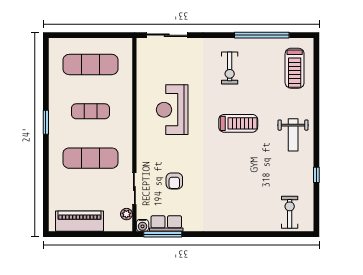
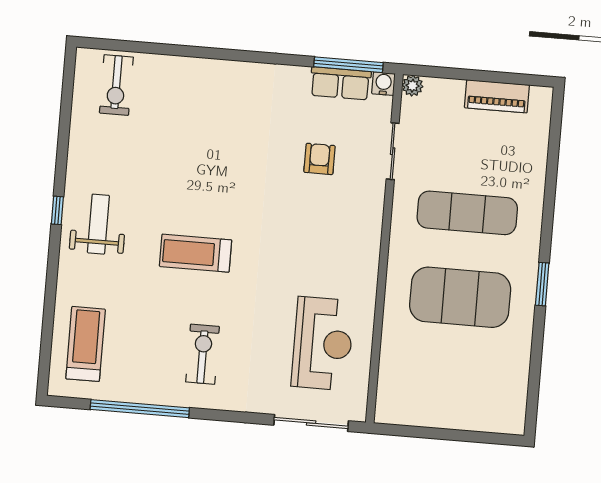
exercise mat: (90, 64) -> (453, 382), removed
reception desk: (172, 110) -> (323, 344), moved
exercise mat: (90, 111) -> (460, 297), width x2.00, depth x1.45
window: (316, 175) -> (57, 210), moved
plant: (126, 214) -> (412, 86), moved
piano: (80, 221) -> (497, 96), width x0.73, depth x0.75

